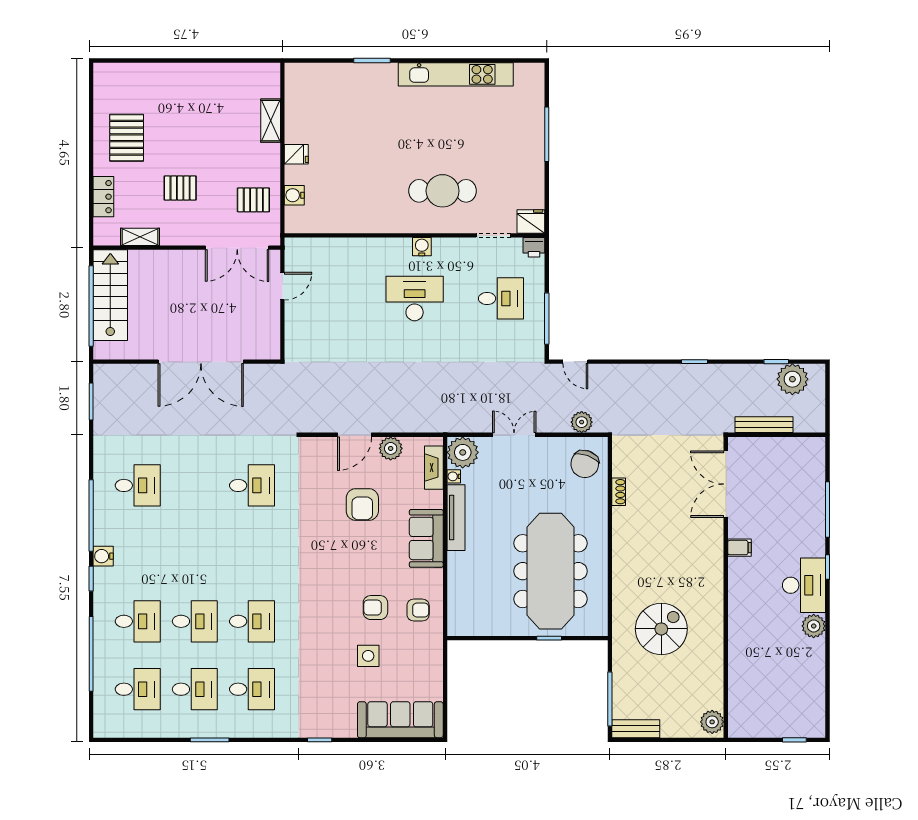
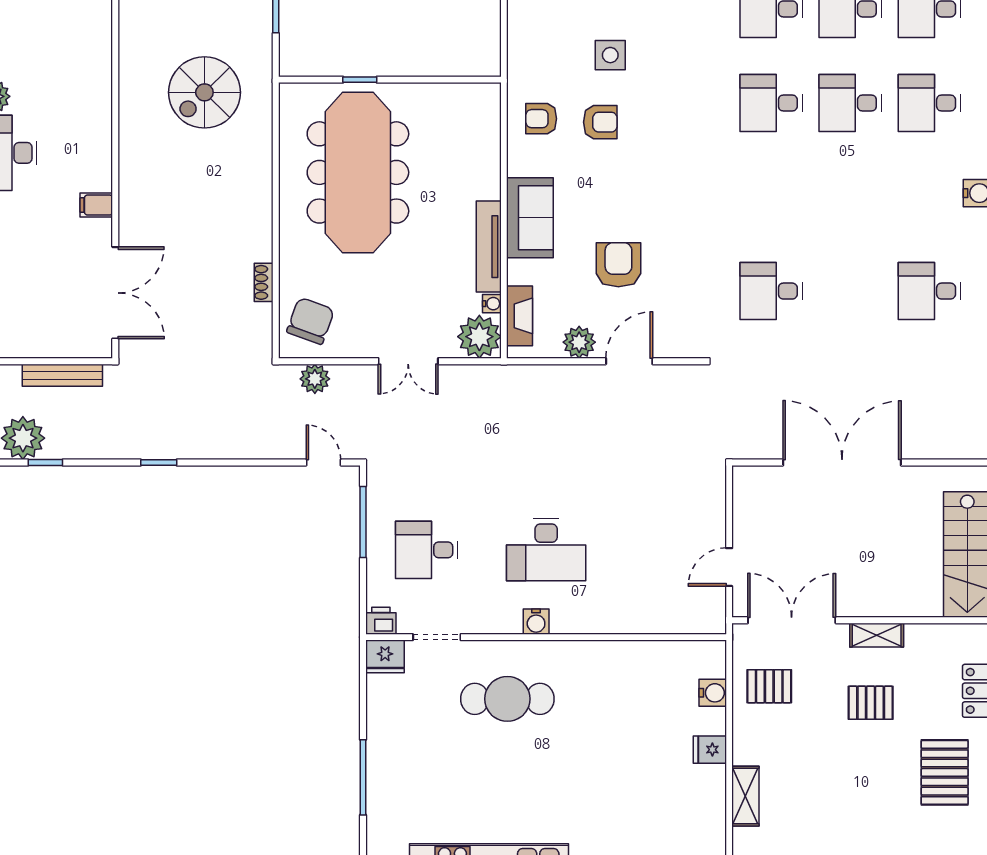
shelving: (140, 237) -> (877, 635), moved

